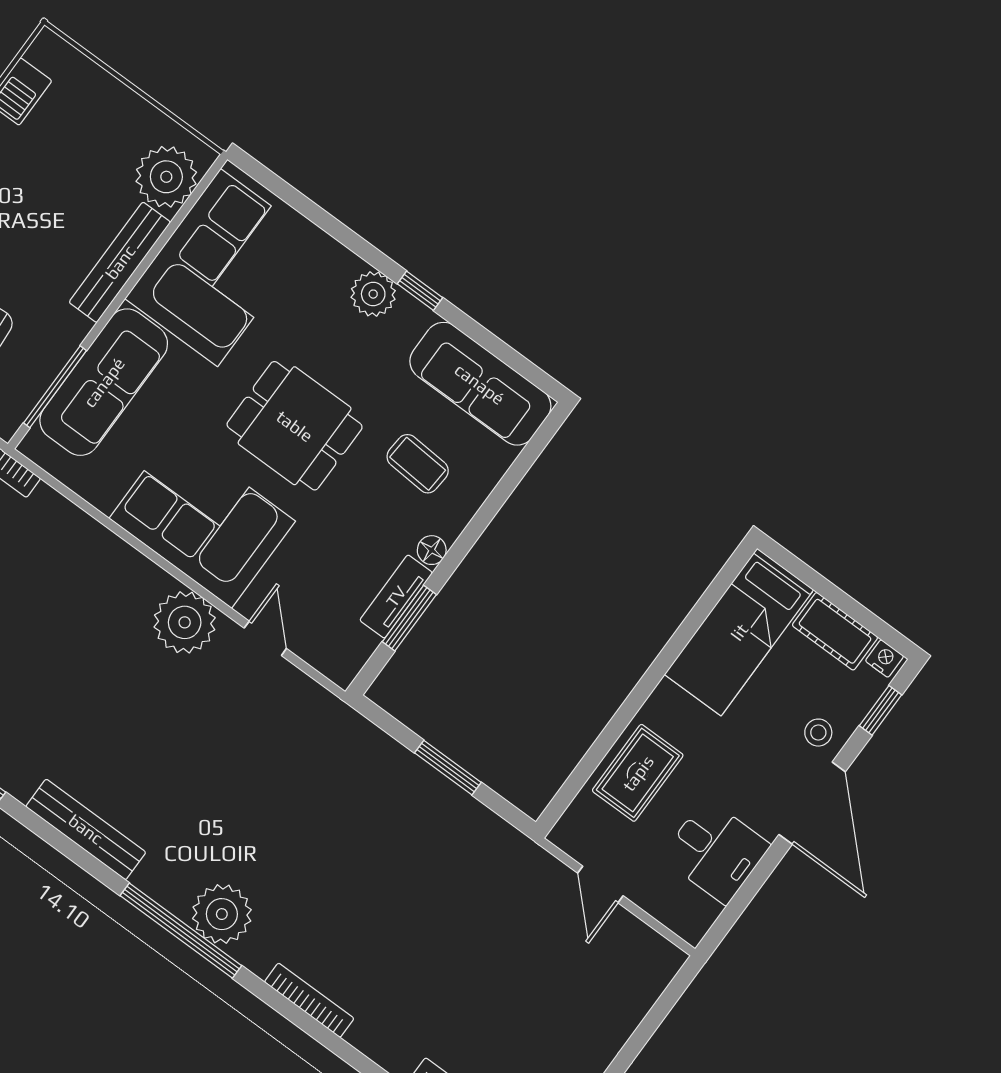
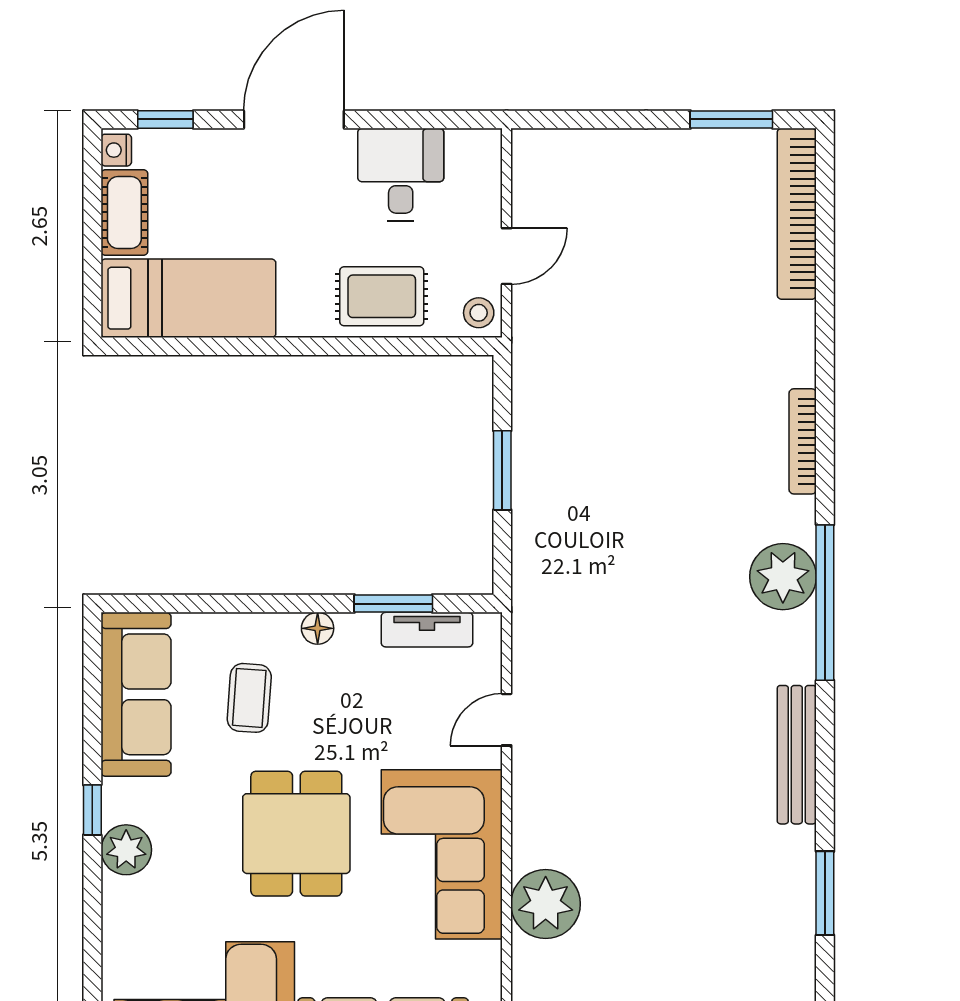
tv unit: (396, 596) -> (427, 630), moved
plant: (185, 622) -> (546, 904), moved
stool: (818, 733) -> (479, 313), moved

